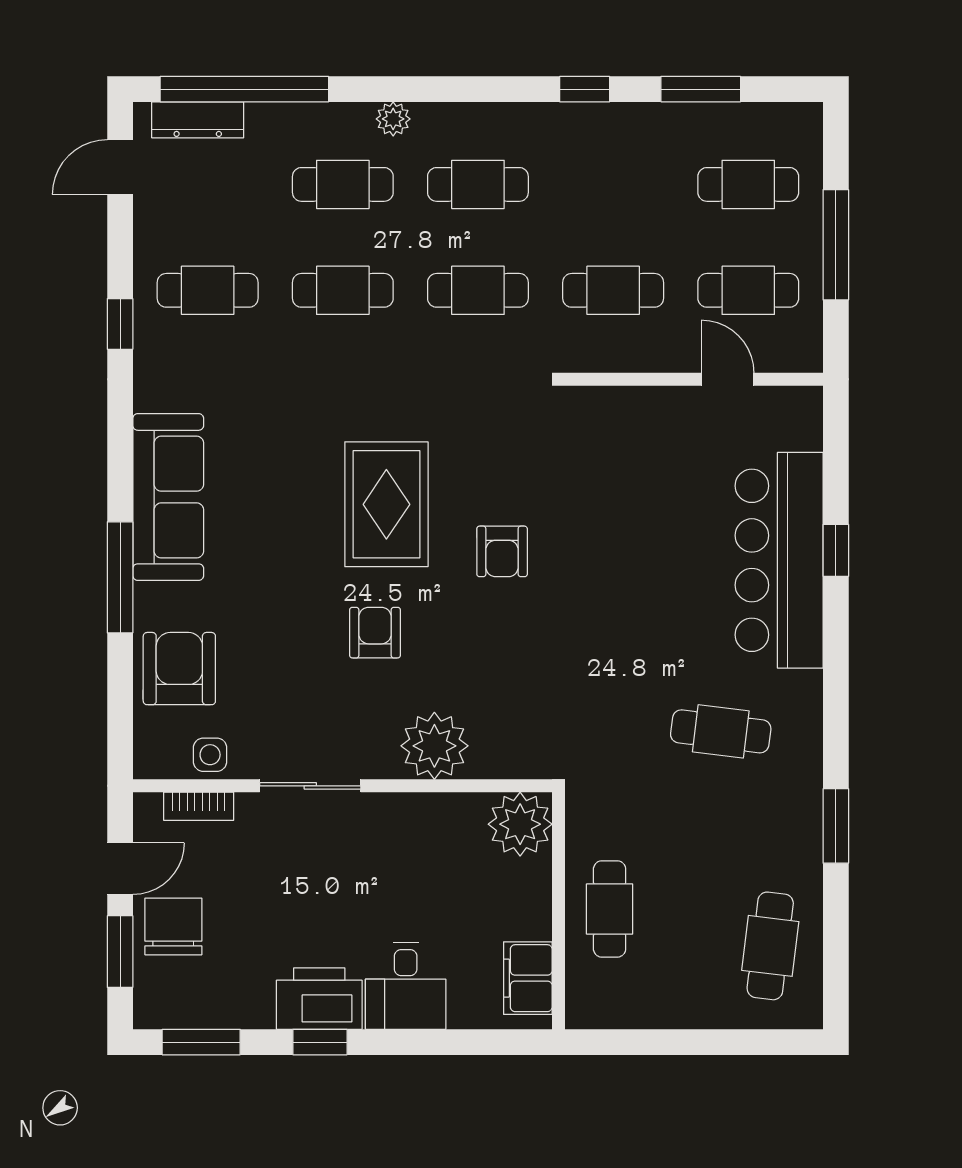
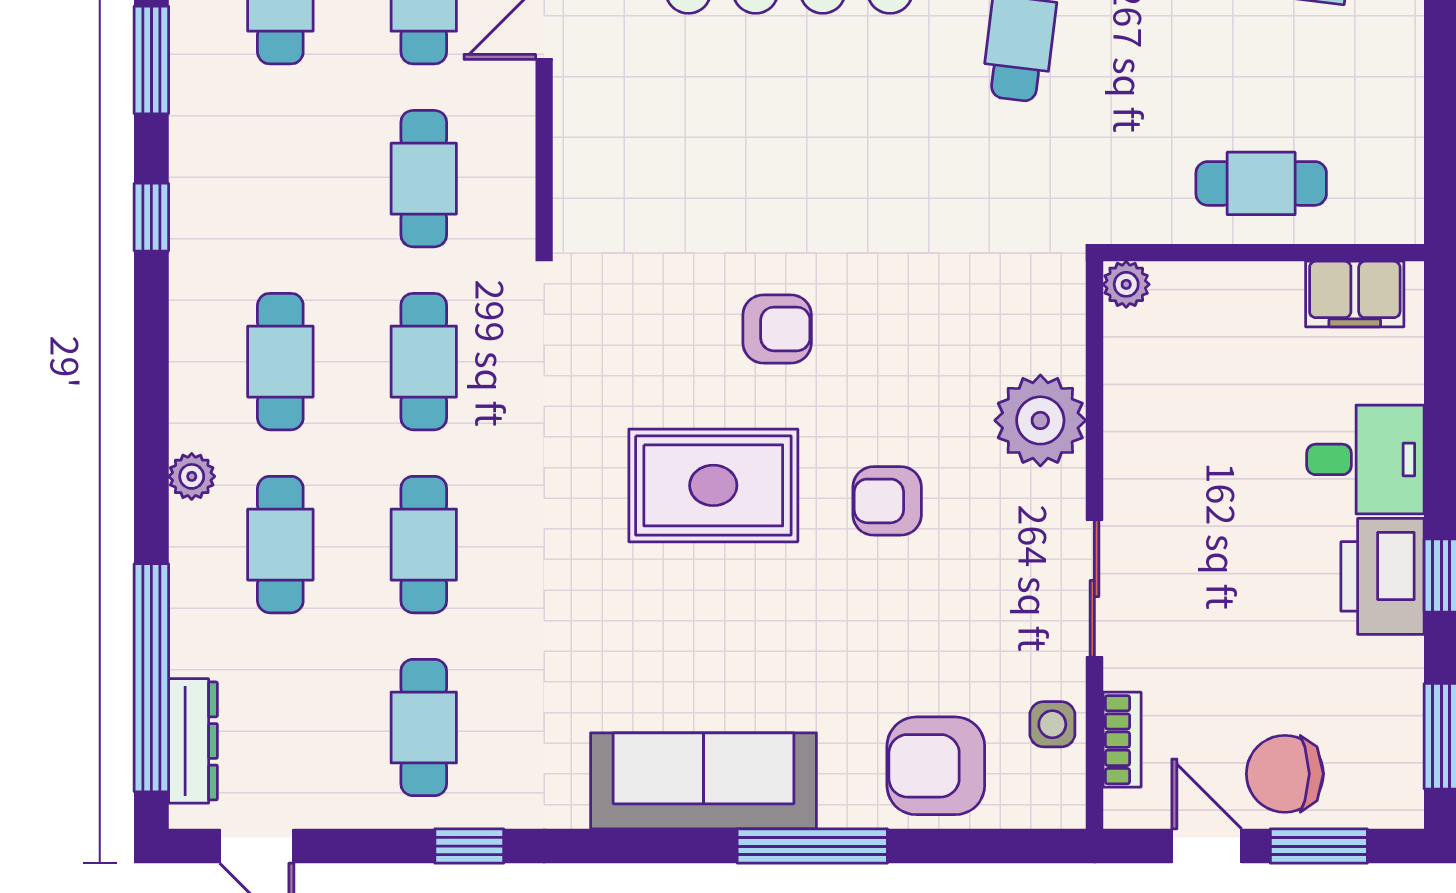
plant: (520, 824) -> (1126, 284), width x0.53, depth x0.53

